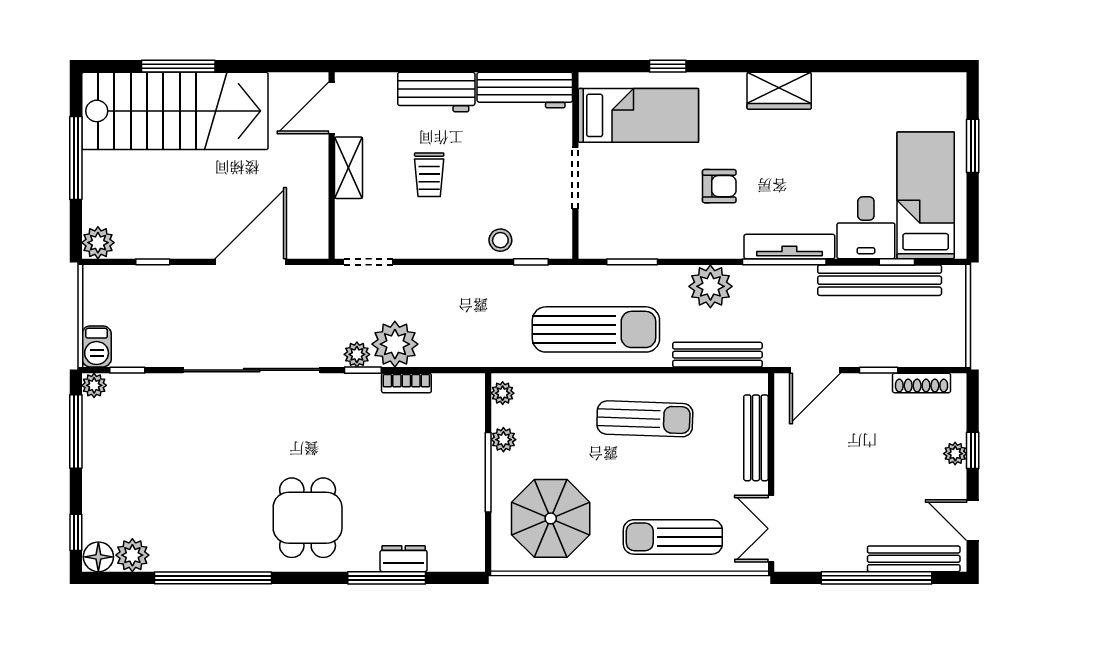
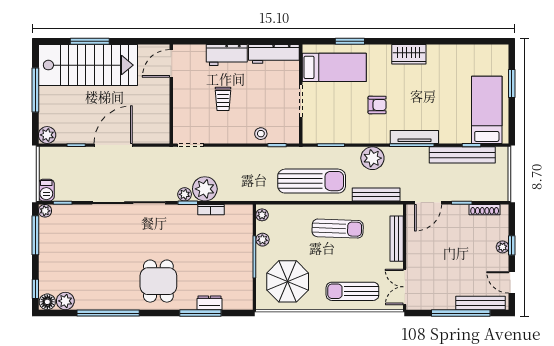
window: (668, 66) -> (350, 41), width x1.50
shelving: (349, 168) -> (180, 95), removed
desk: (866, 228) -> (455, 127), removed
door: (251, 262) -> (113, 145), moved

